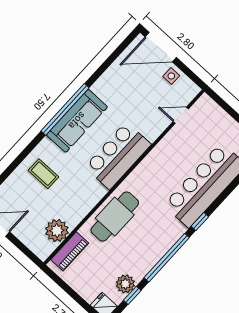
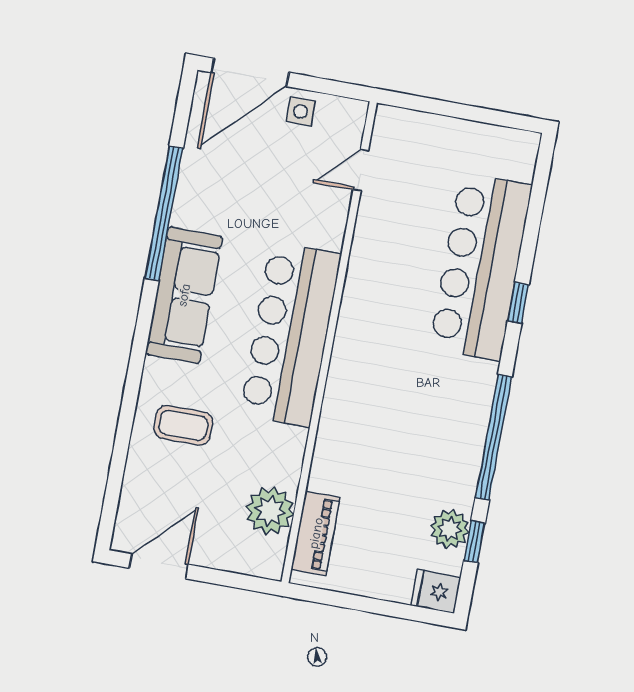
window: (65, 109) -> (164, 213), moved
bar counter: (118, 156) -> (290, 334), width x1.36
cafe table: (115, 217) -> (356, 422), removed
window: (200, 221) -> (518, 303), moved

